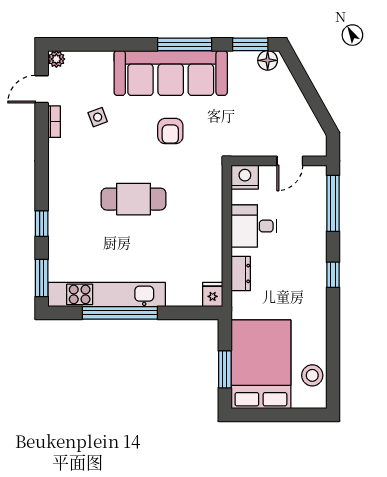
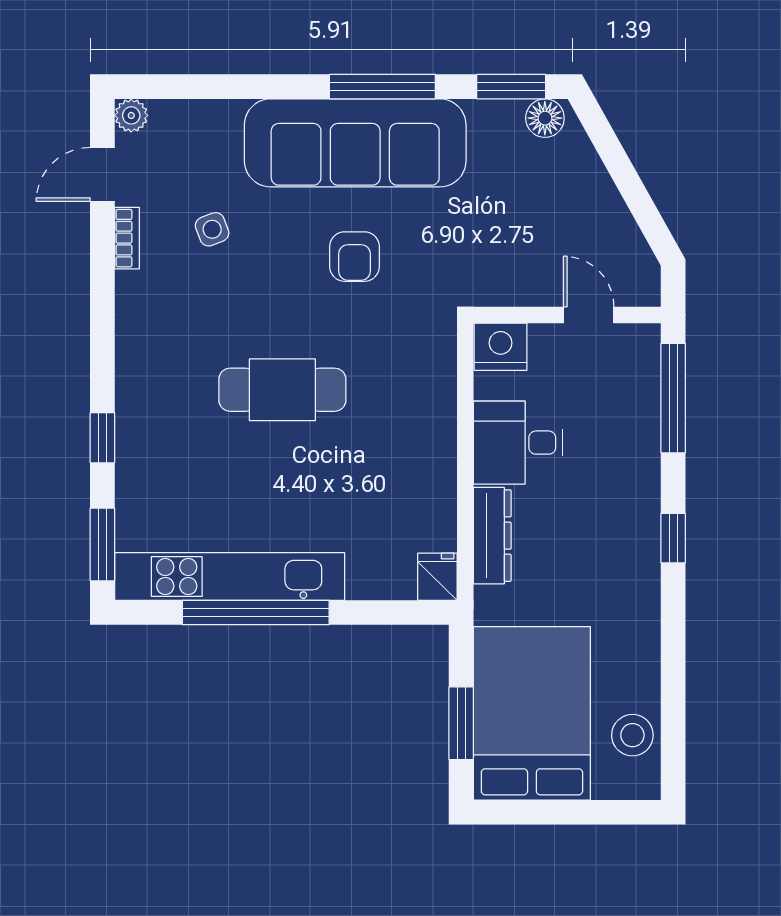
door: (290, 161) -> (589, 315), swing flipped
dresser: (241, 274) -> (492, 536), width x1.44

